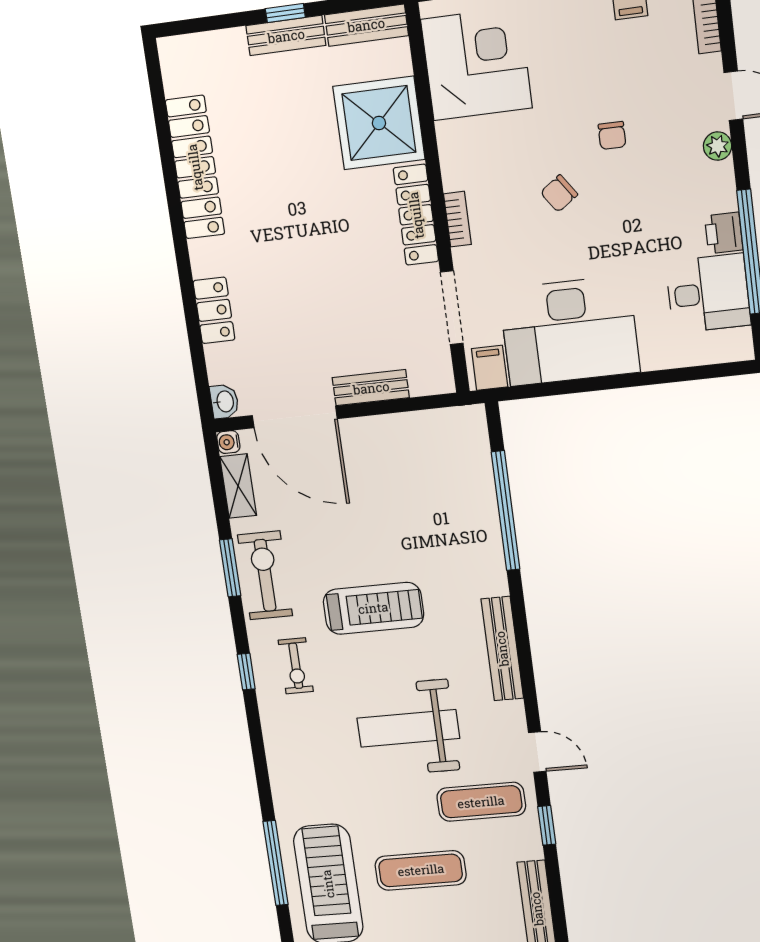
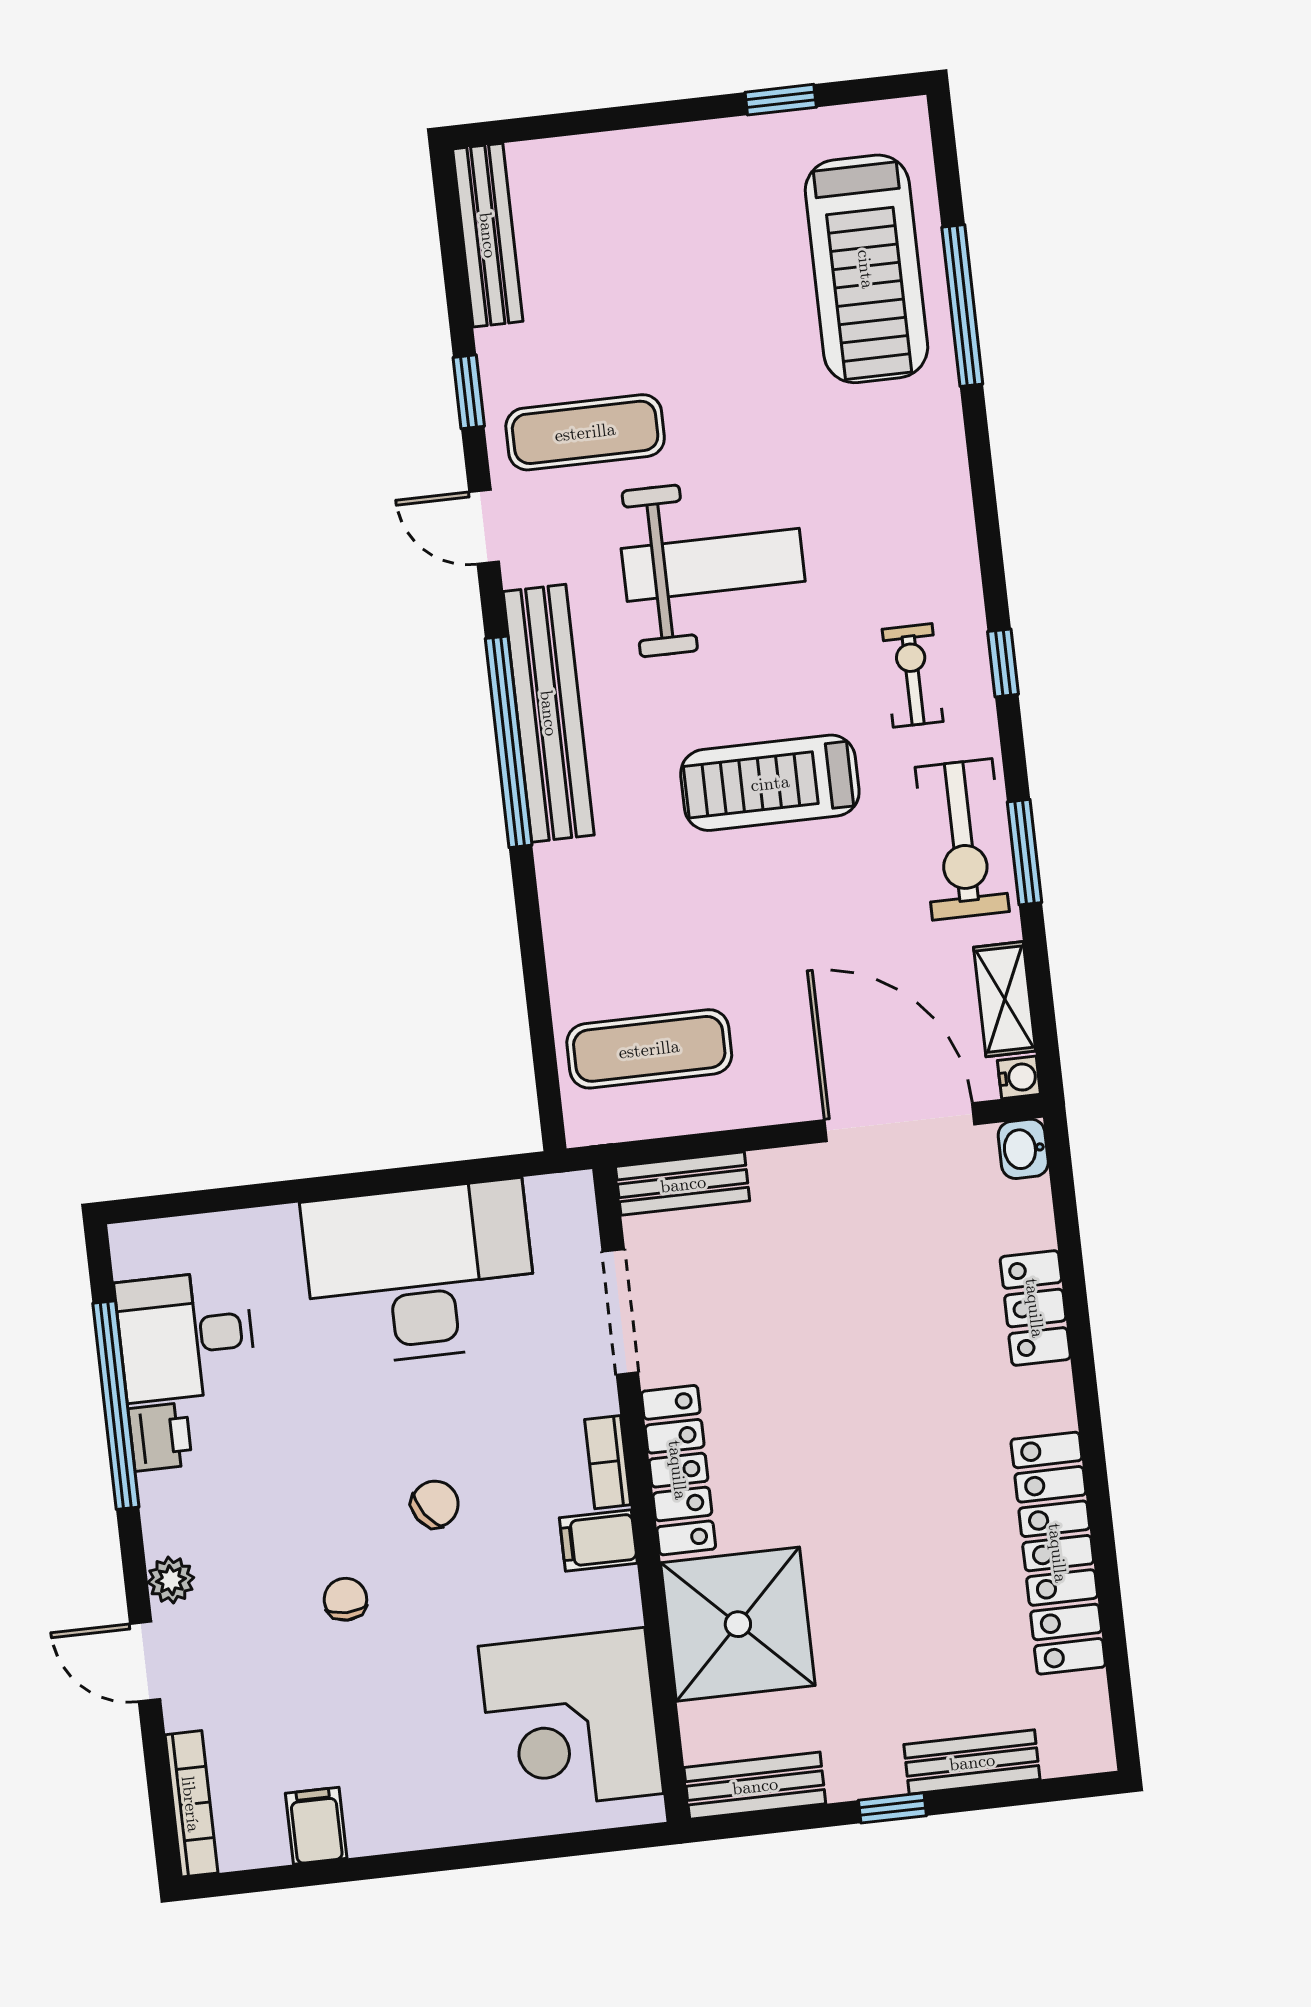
bench: (286, 36) -> (972, 1762), moved
filing cabinet: (490, 368) -> (598, 1540), moved, turned 90
bench: (371, 388) -> (683, 1184), moved
window: (506, 511) -> (509, 742), moved
bench: (502, 649) -> (549, 713), width x1.37, depth x1.21
exercise mat: (421, 870) -> (649, 1049), moved

